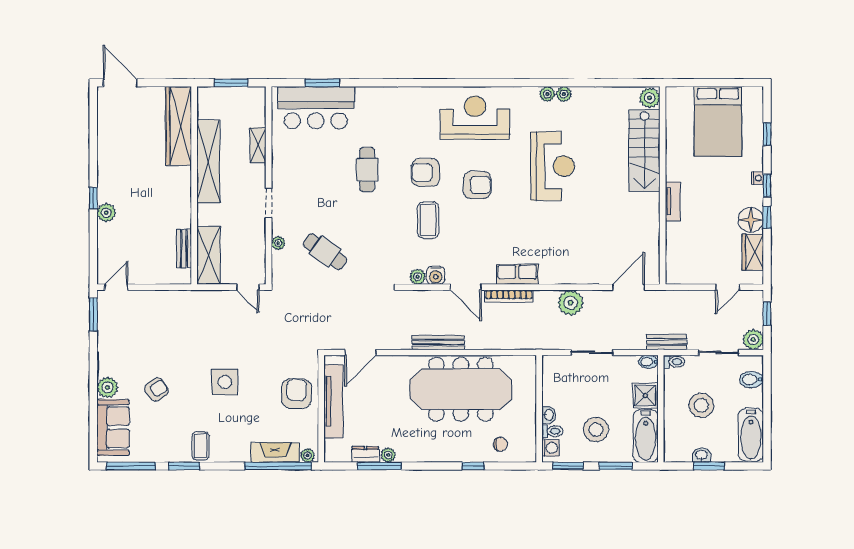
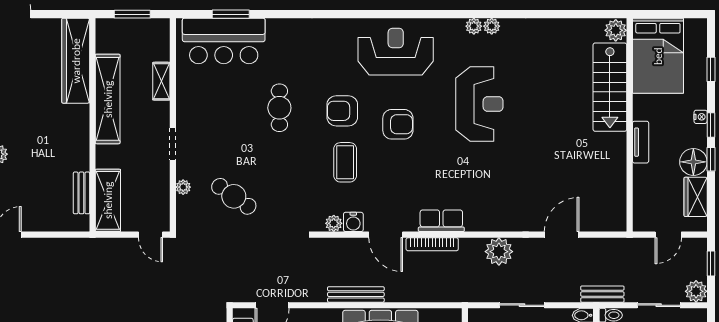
plant: (650, 98) -> (616, 30), moved
stairs: (644, 150) -> (610, 87), moved
wall: (663, 185) -> (630, 125), moved
tv unit: (673, 201) -> (641, 142), moved

